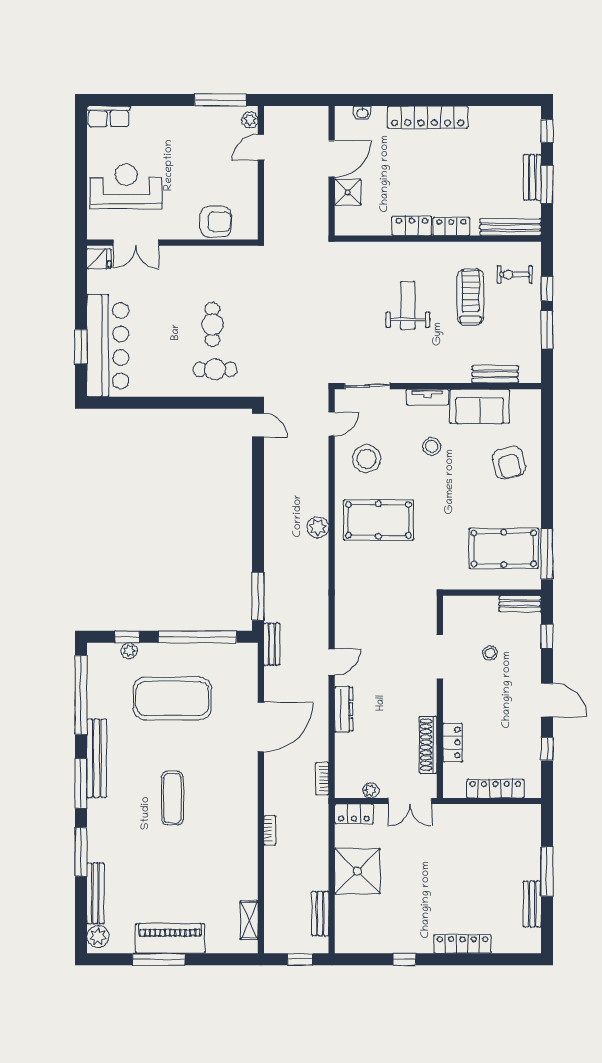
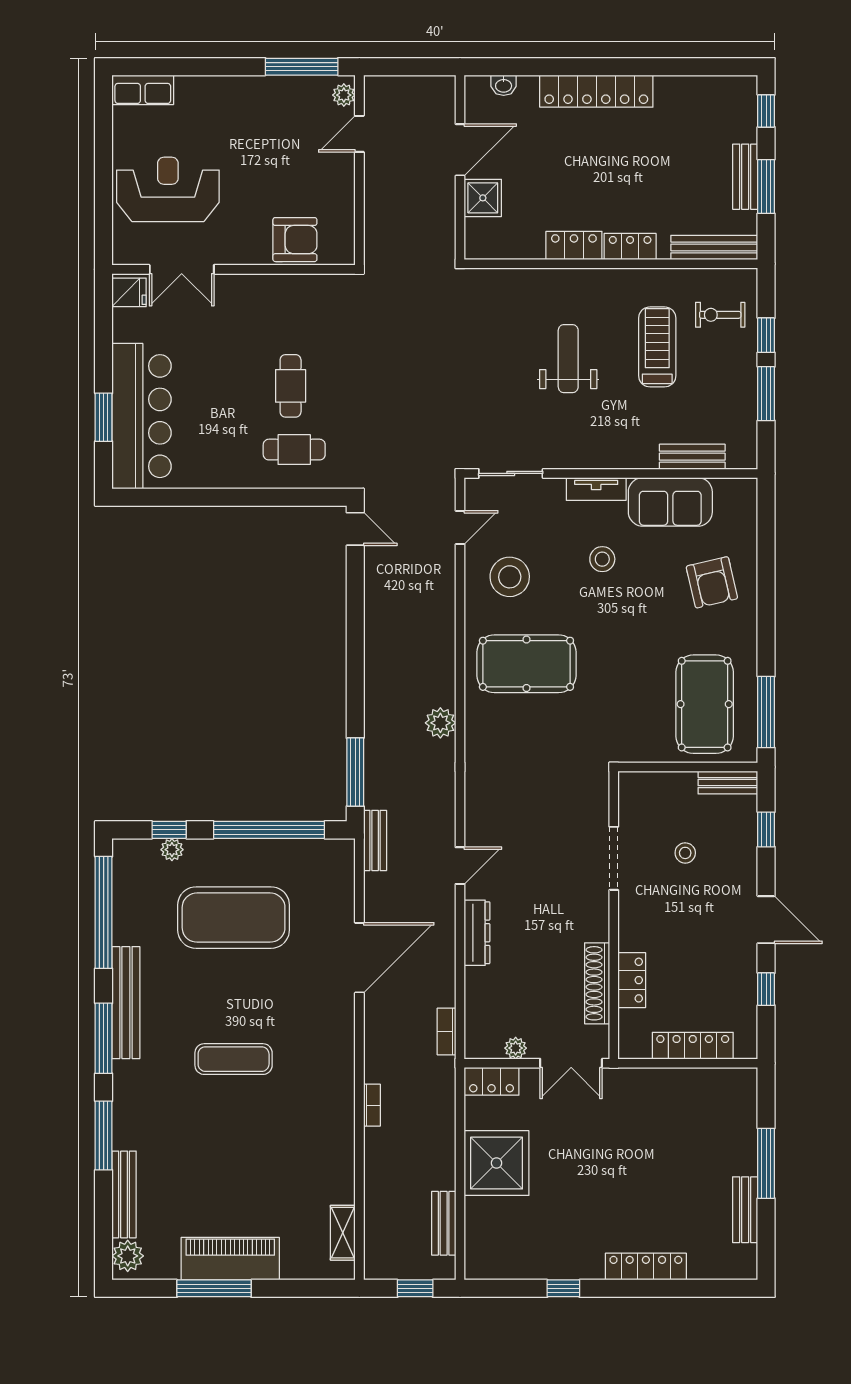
plant: (318, 527) -> (440, 723), moved
pool table: (504, 548) -> (705, 704), turned 90
exercise mat: (172, 798) -> (234, 1059), turned 90

